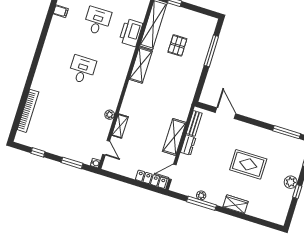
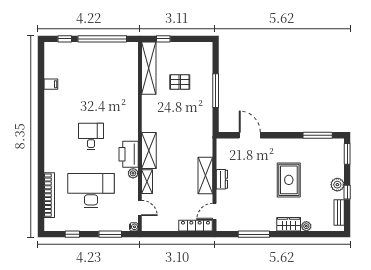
desk: (97, 21) -> (91, 191), moved, width x1.87, depth x1.30
printer: (131, 33) -> (129, 154), moved
pallet: (177, 45) -> (180, 82), turned 90
window: (211, 51) -> (216, 91), moved
shelving: (141, 65) -> (149, 150), moved
bench: (194, 123) -> (339, 212), moved
rug: (248, 164) -> (289, 180), turned 90
plant: (201, 195) -> (306, 226), moved

